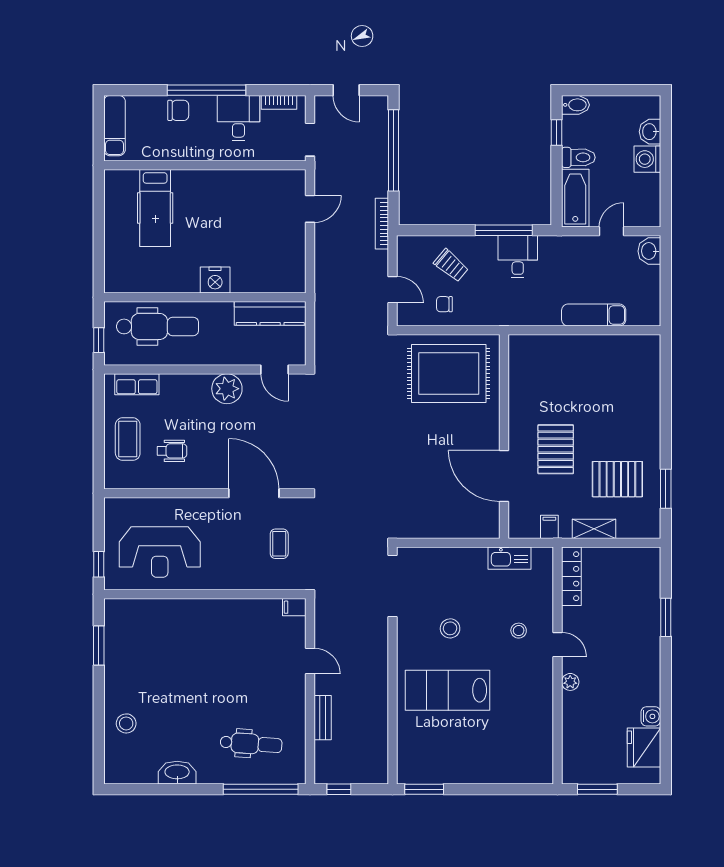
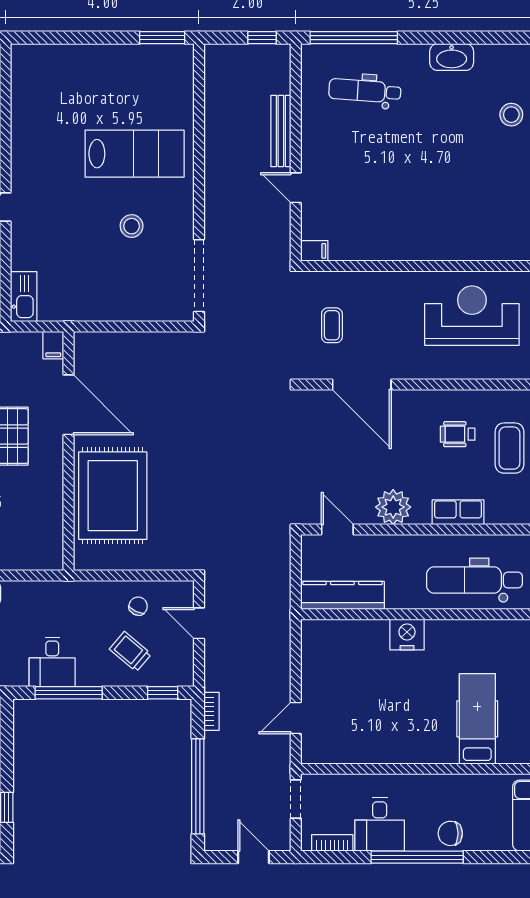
bookcase: (382, 224) -> (211, 711), width x0.64
window: (423, 230) -> (163, 693), added
chair: (444, 304) -> (138, 606), turned -64
rug: (449, 373) -> (113, 496), moved, turned 90
row of seats: (137, 384) -> (458, 512), moved
filing cabinet: (549, 527) -> (53, 345), moved
kitchen sink: (509, 558) -> (24, 297), moved, turned 90
stool: (519, 631) -> (51, 223), removed
bench: (323, 718) -> (281, 131), width x1.36

